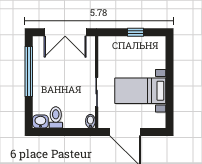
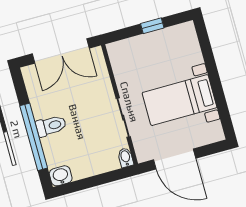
window: (29, 72) -> (34, 137), moved
toilet: (56, 117) -> (51, 126), moved, turned 90

